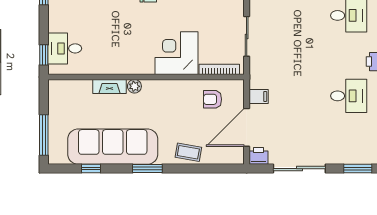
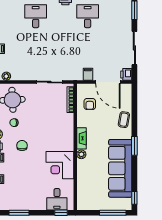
corner desk: (176, 53) -> (60, 165), moved
fireplace: (109, 87) -> (82, 138), moved
window: (91, 169) -> (134, 198), moved

